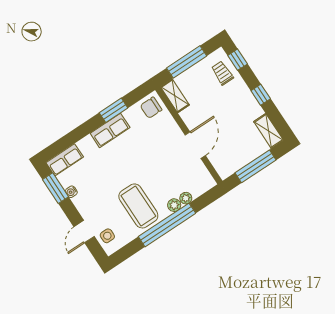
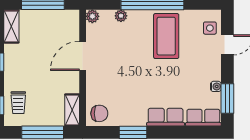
row of seats: (110, 130) -> (166, 117), moved
plant: (174, 205) -> (92, 16), moved

